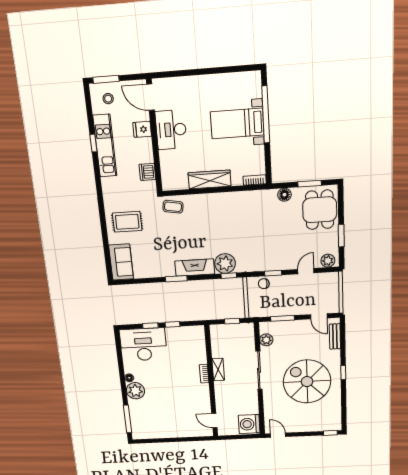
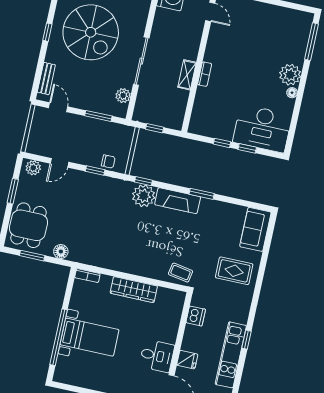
desk: (171, 130) -> (157, 356), width x0.73
window: (93, 143) -> (246, 340), moved

